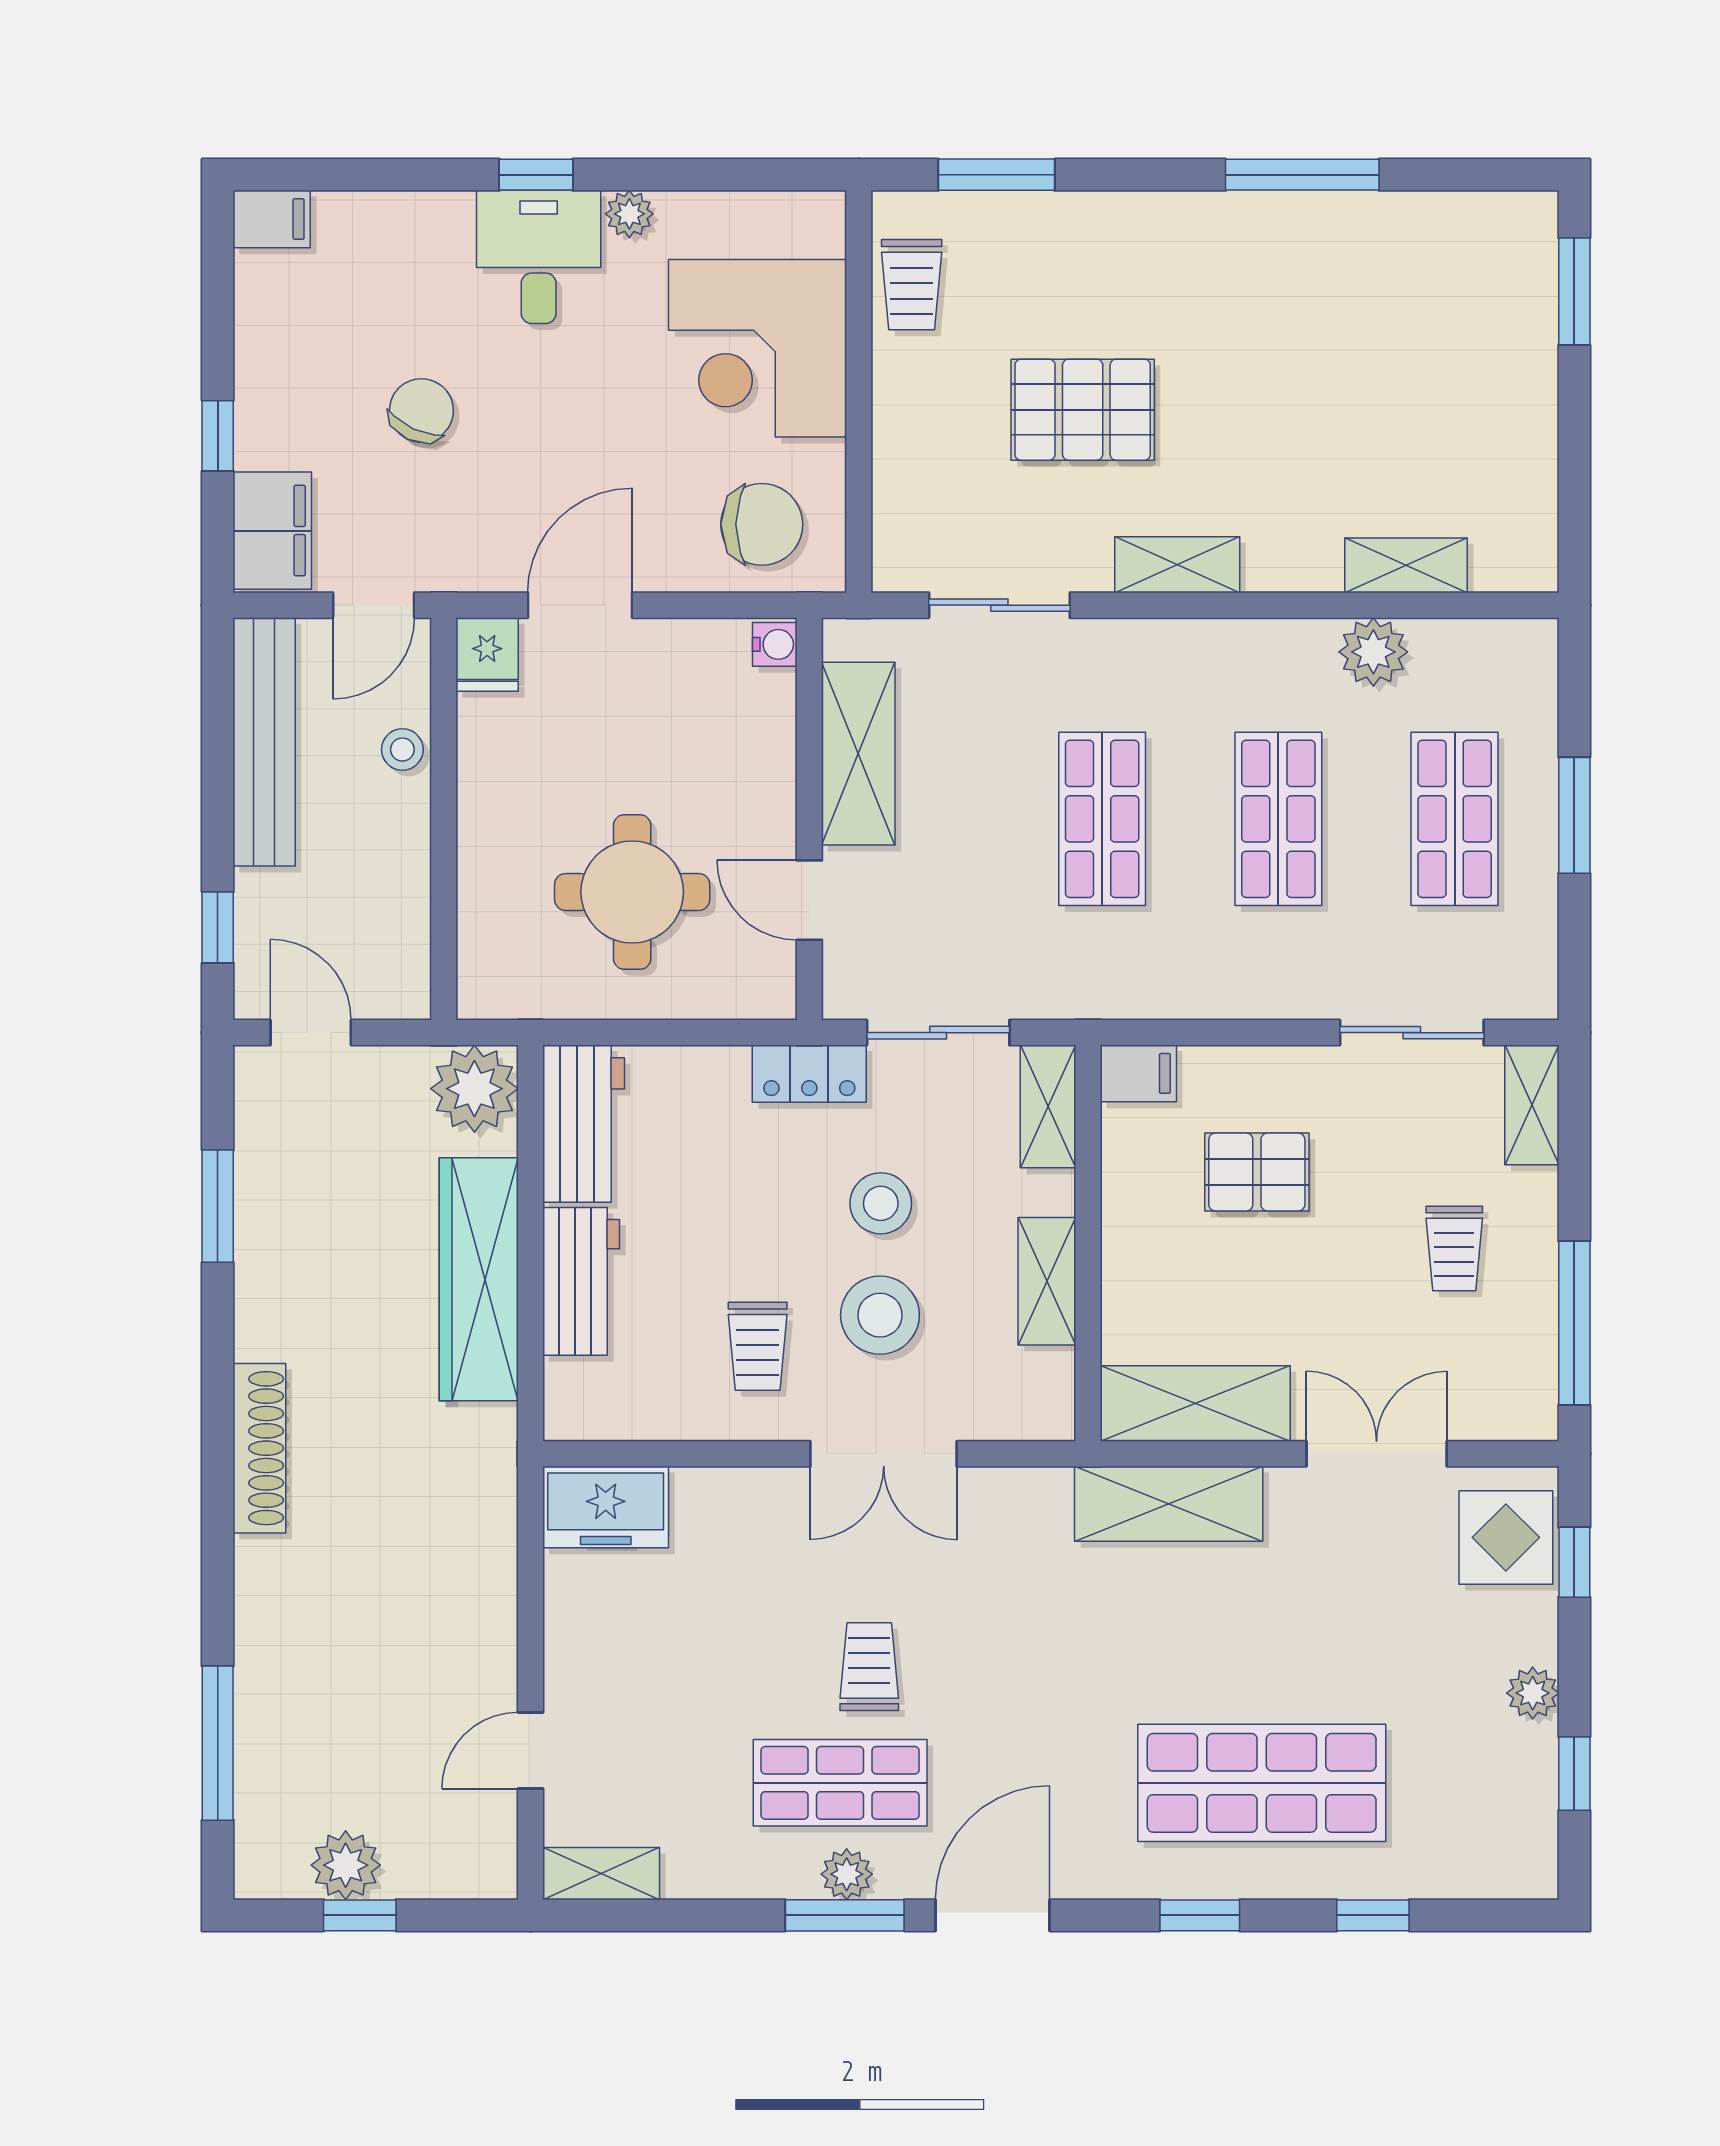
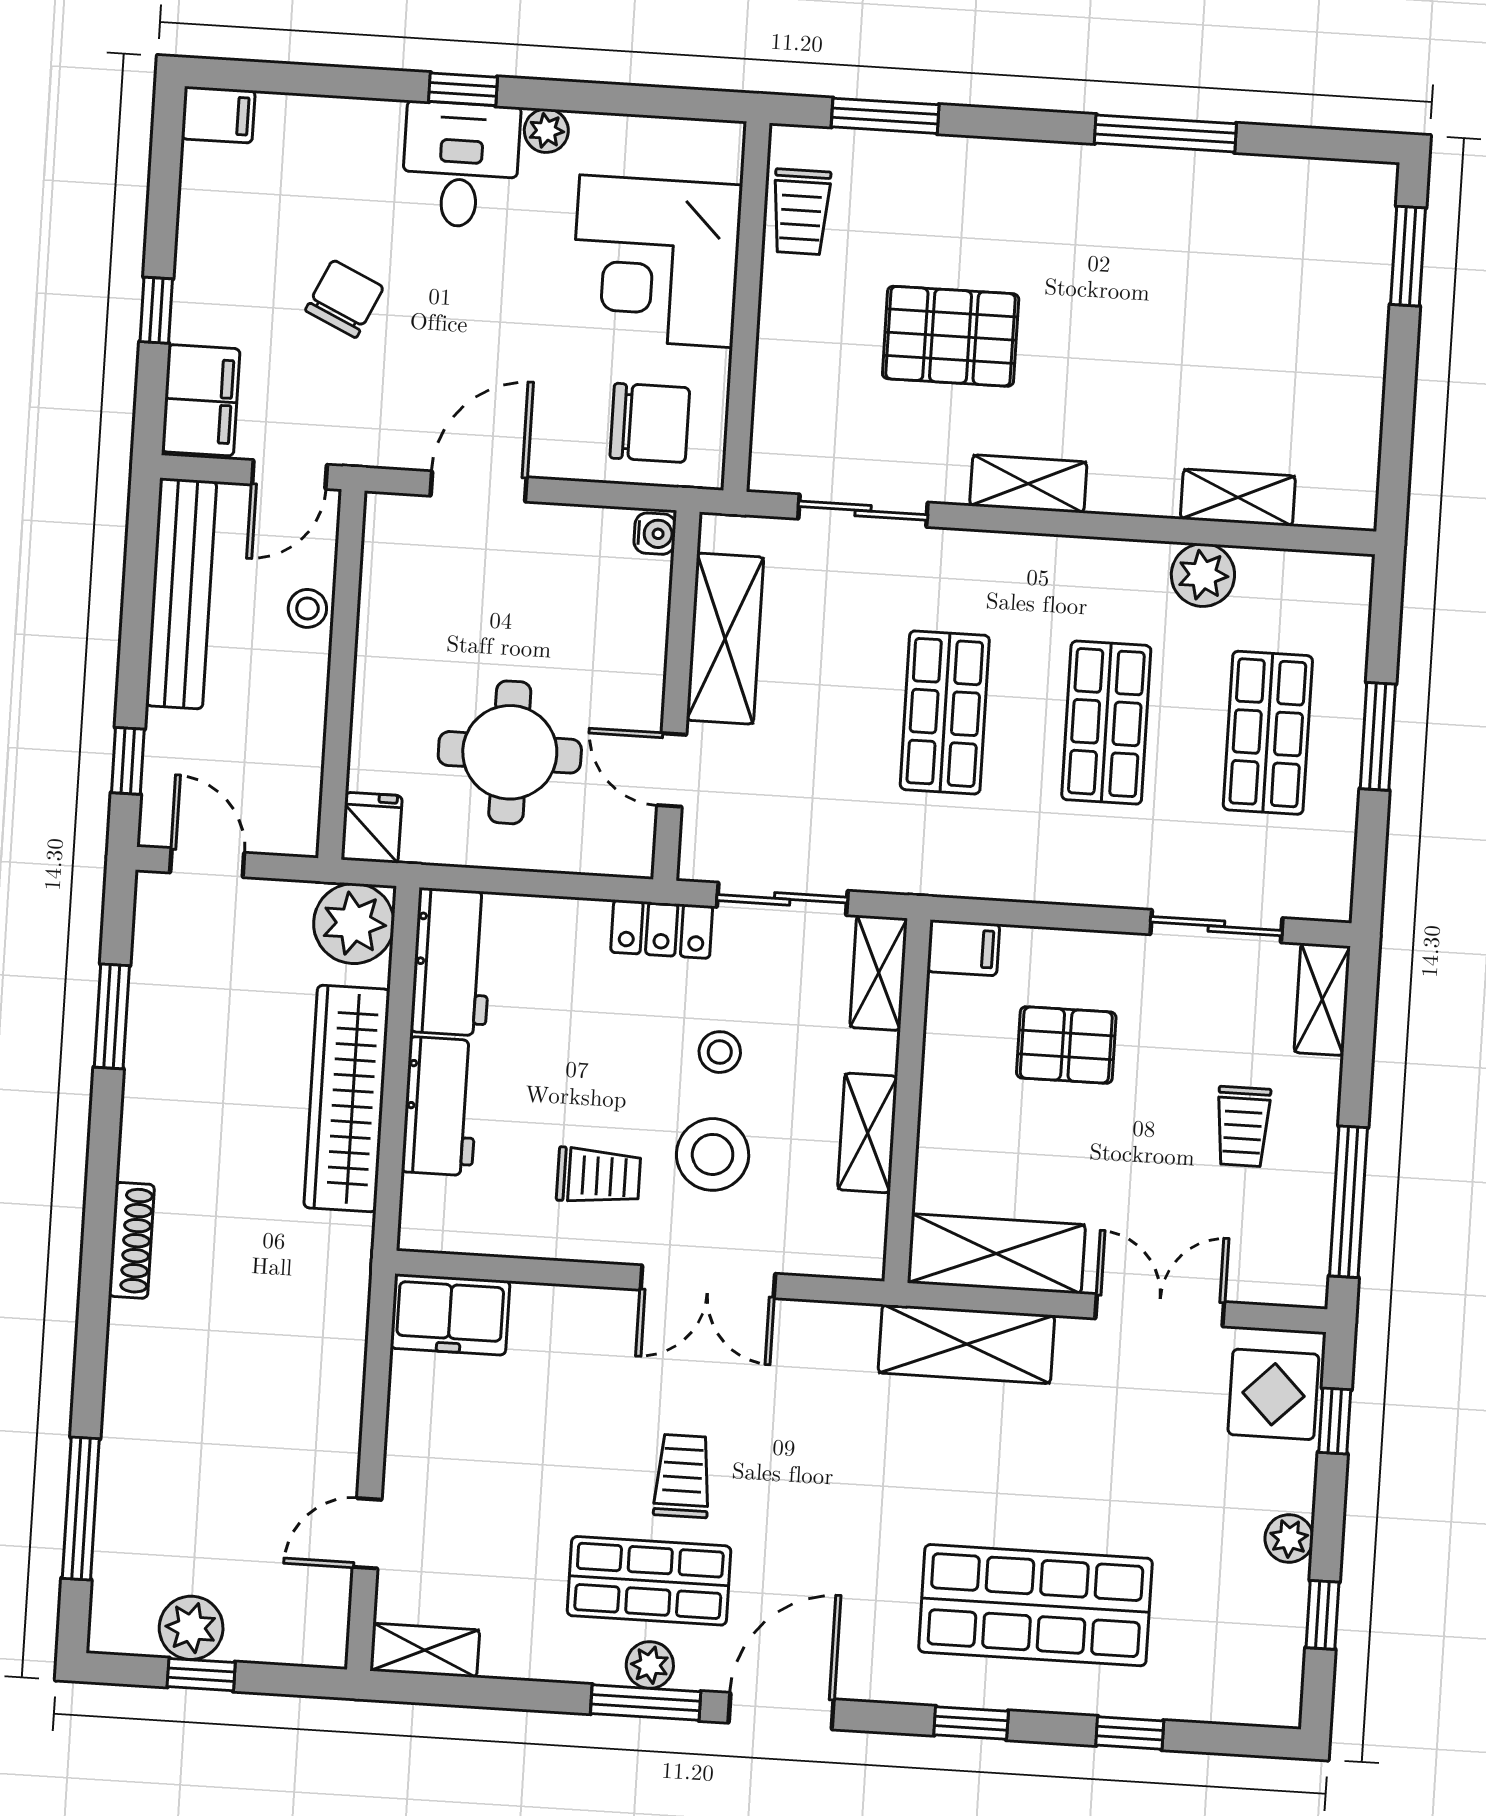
fridge: (487, 654) -> (372, 828), moved, turned 180
stool: (881, 1203) -> (720, 1052), width x0.73, depth x0.73
trolley: (758, 1346) -> (599, 1176), turned -90
shoe rack: (259, 1448) -> (131, 1240), width x0.74, depth x0.81

